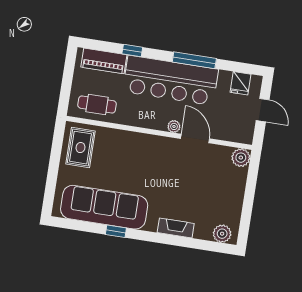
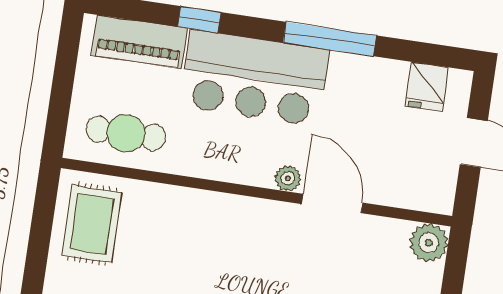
bar counter: (170, 80) -> (254, 78), width x0.73

